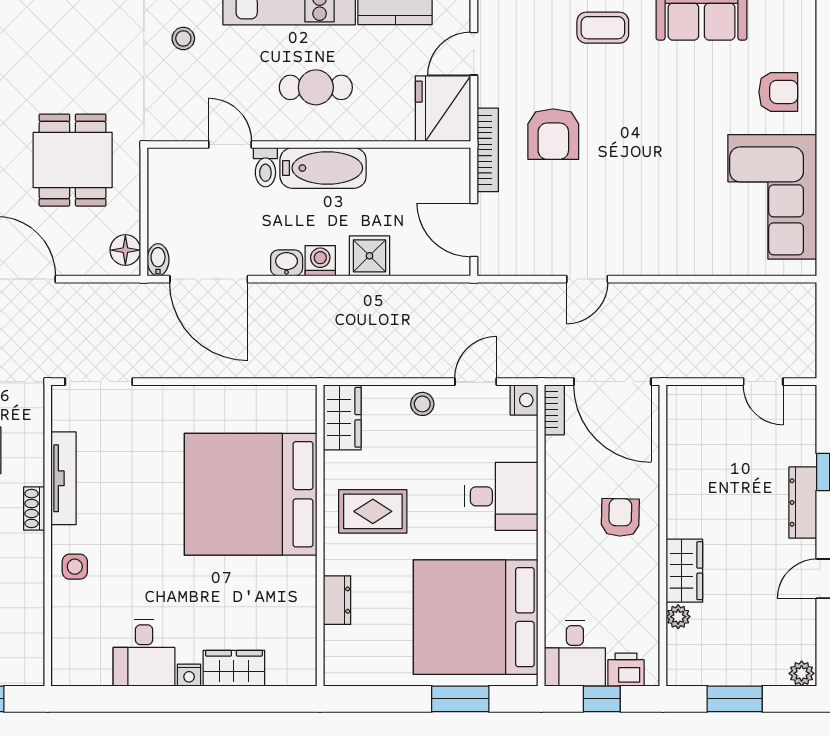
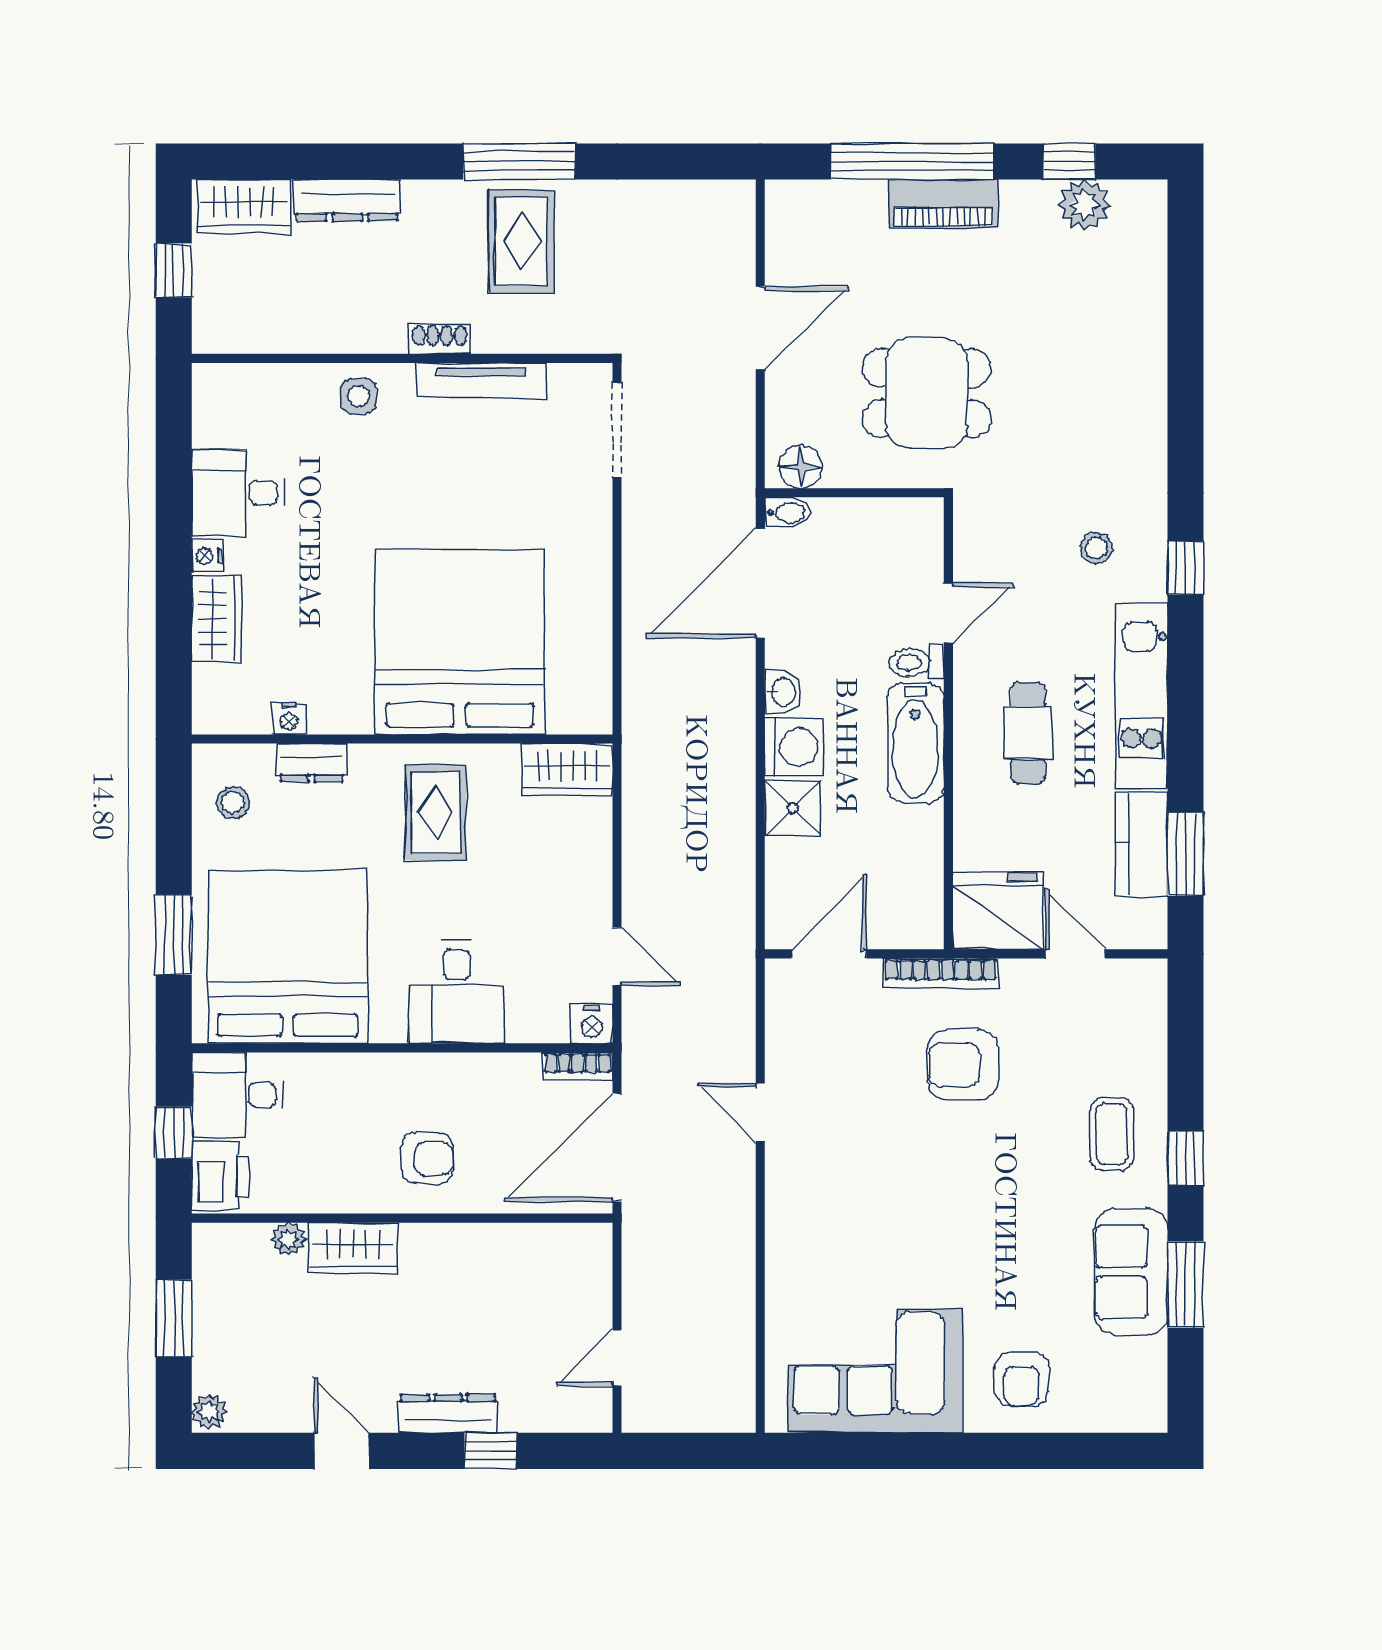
washing machine: (320, 261) -> (794, 747), width x1.38, depth x1.38
stool: (422, 404) -> (233, 802), moved
nightstand: (306, 616) -> (289, 719), added
printer: (626, 670) -> (220, 1176), width x1.36, depth x1.24

